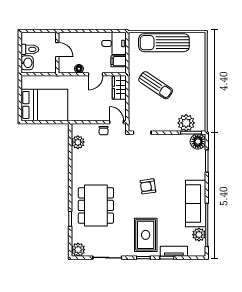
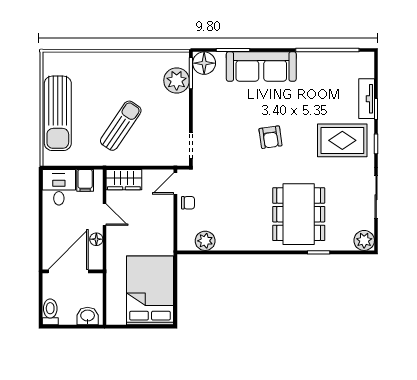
toilet: (30, 49) -> (50, 312), moved
door: (57, 50) -> (68, 271), width x1.87
sofa: (196, 204) -> (261, 66), moved
dining table: (96, 205) -> (299, 214), turned 90
plant: (199, 235) -> (342, 62), removed

